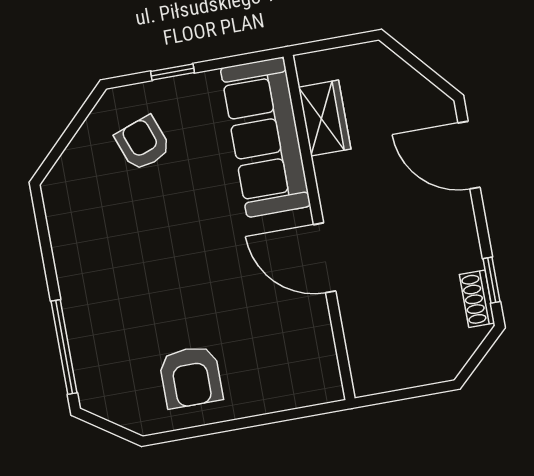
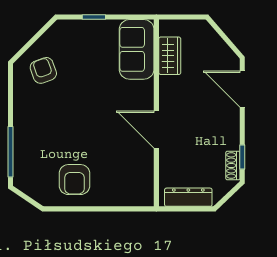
sofa: (265, 137) -> (137, 49), width x0.73
armchair: (143, 143) -> (43, 70), moved
dresser: (406, 372) -> (188, 197), added

